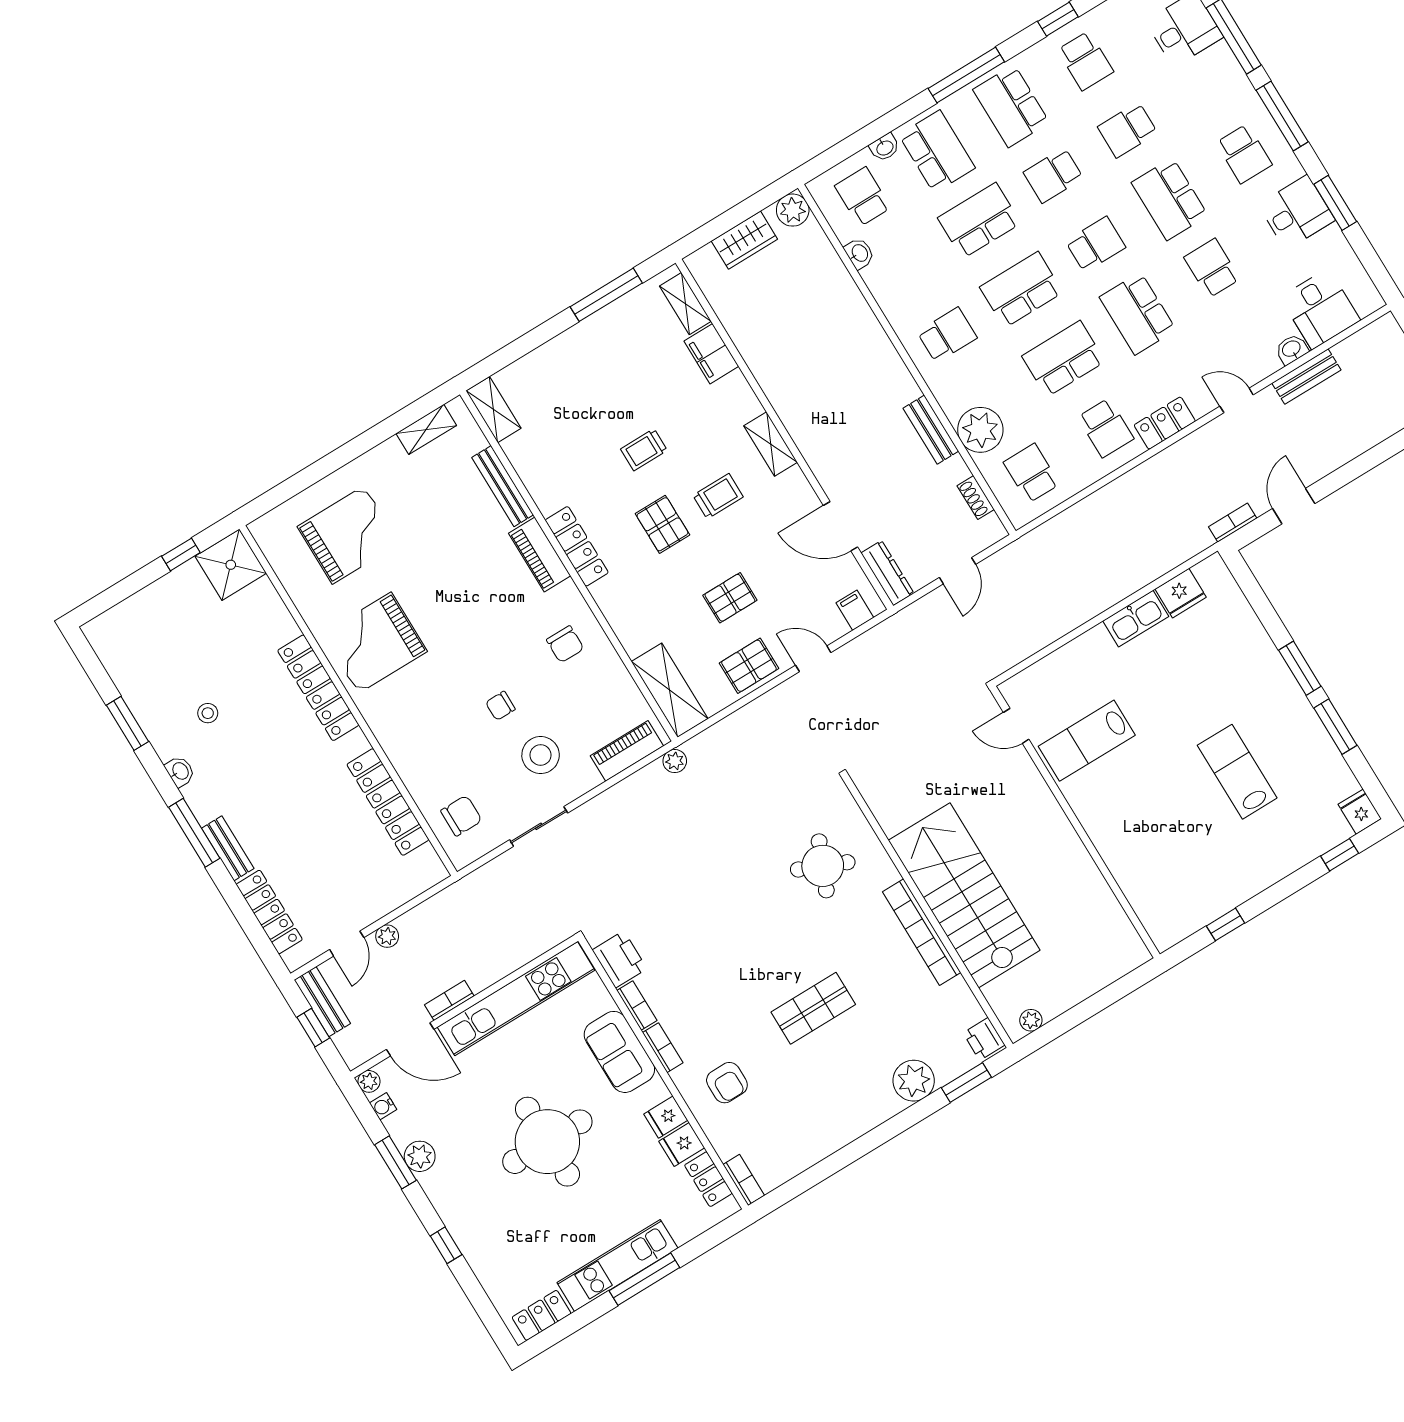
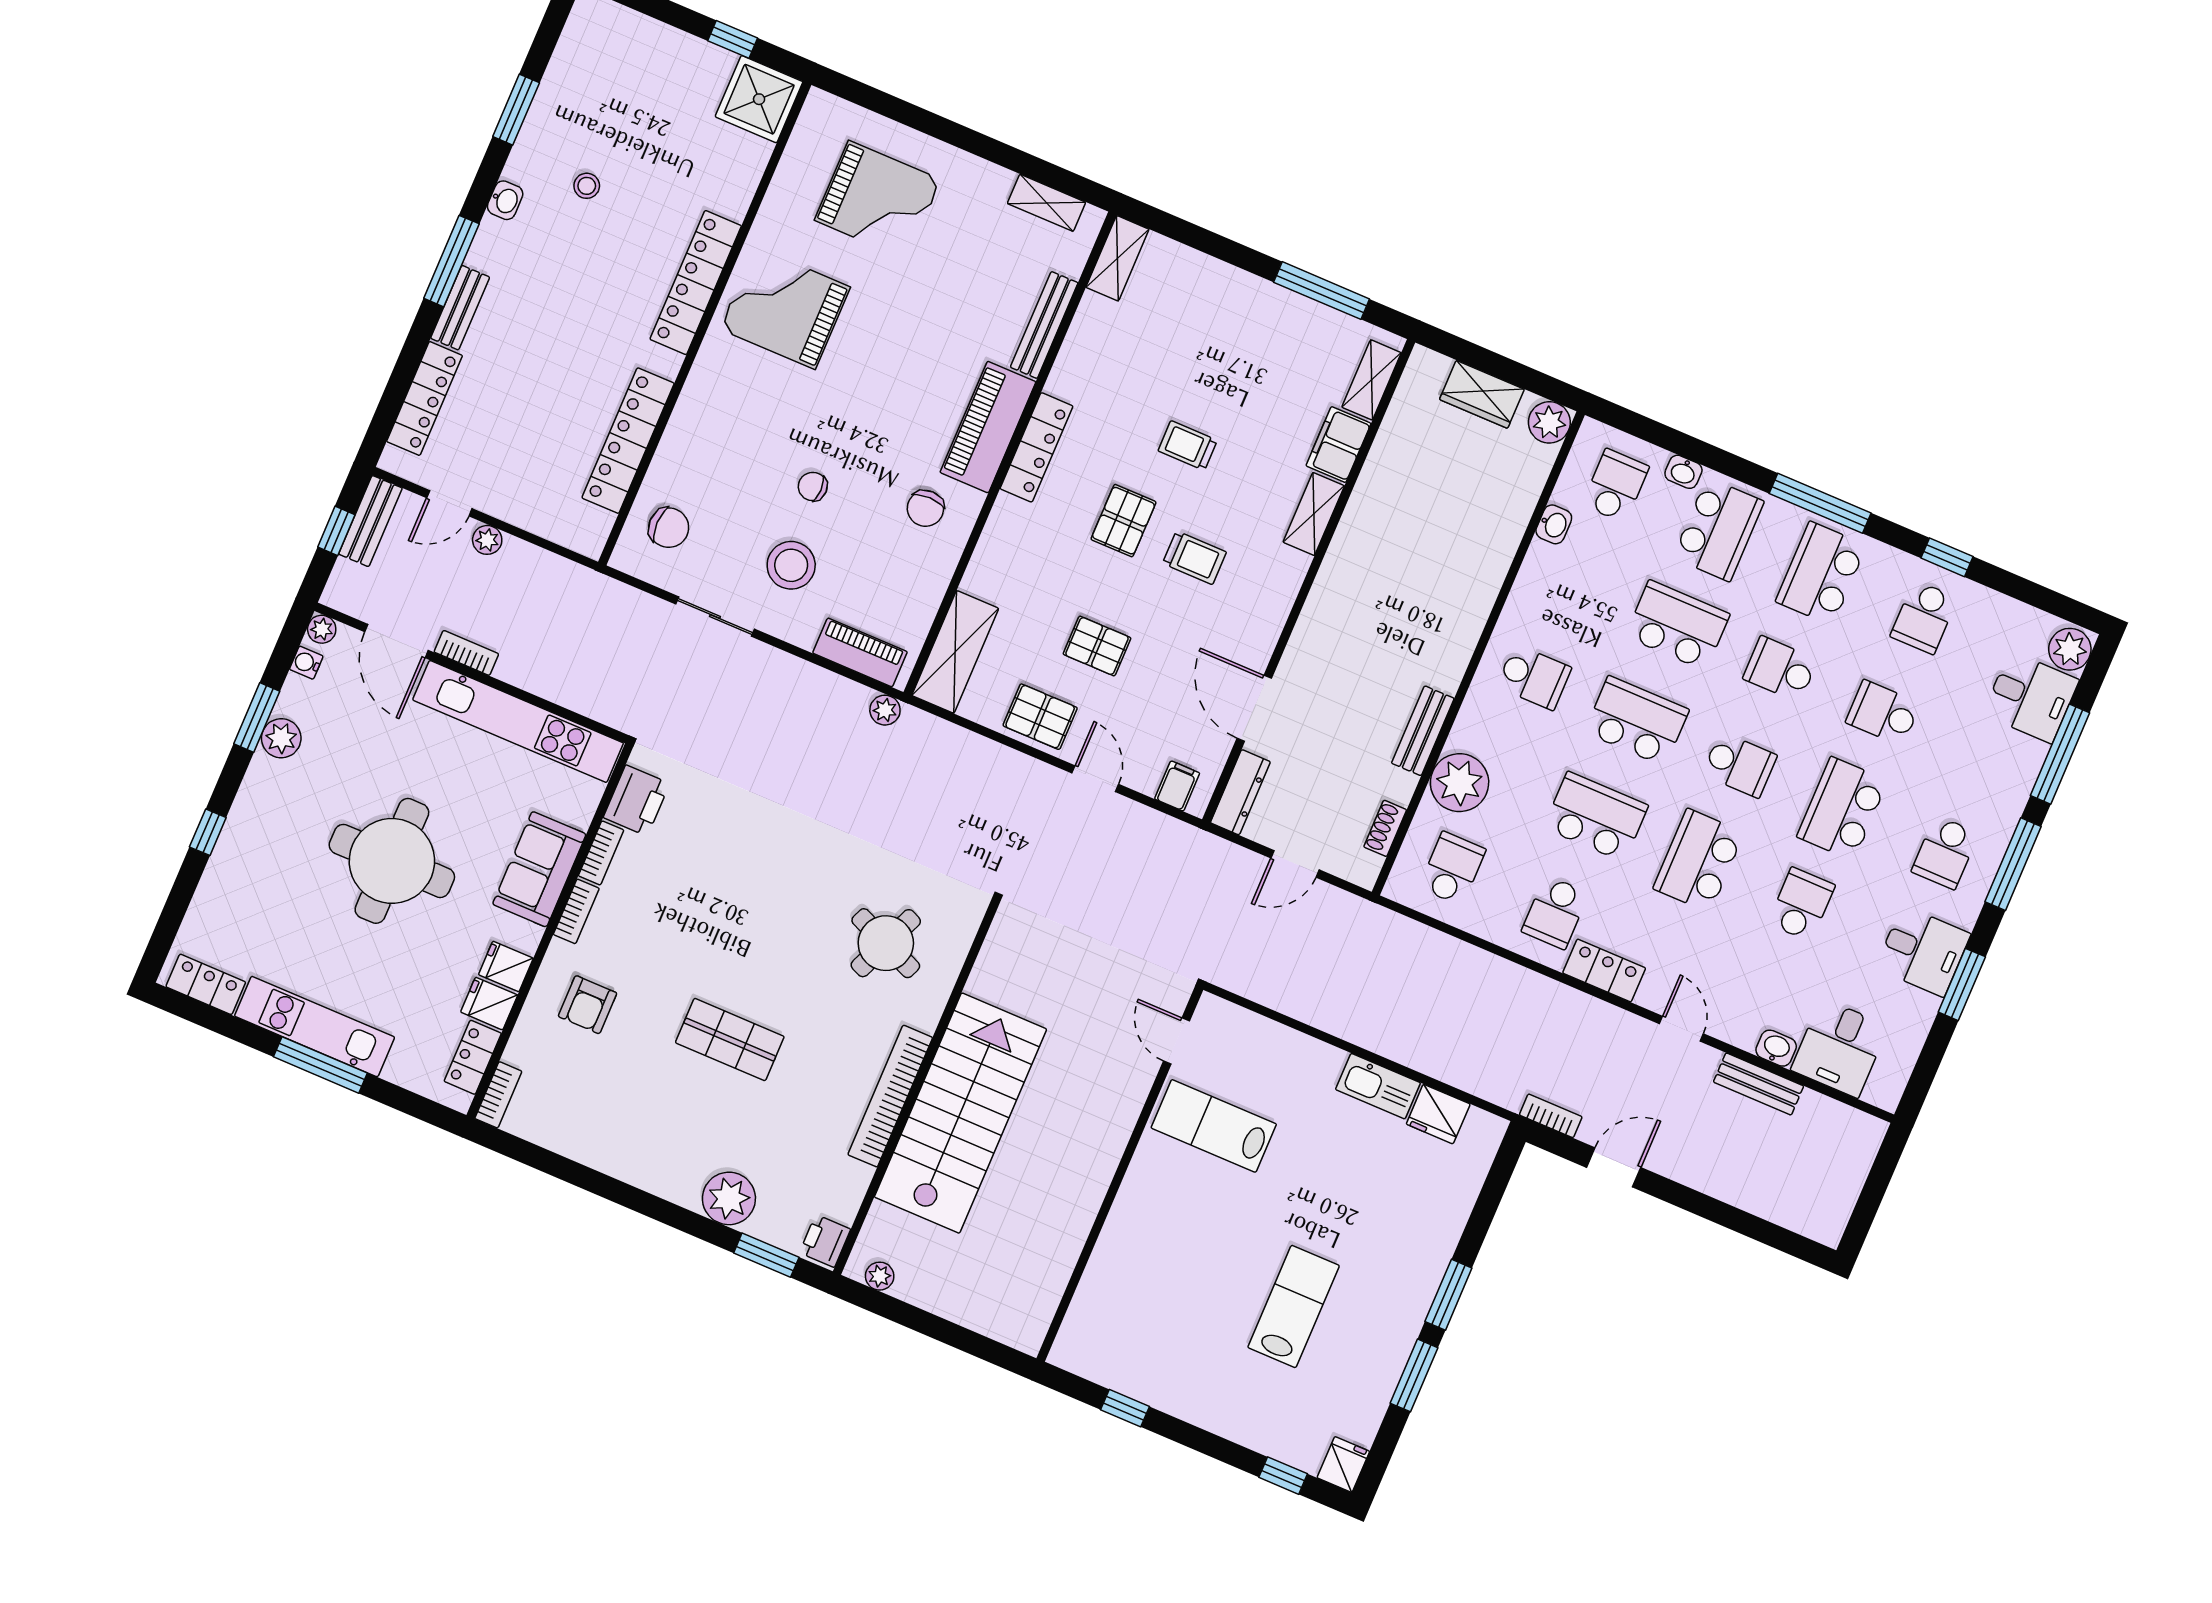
shelving: (771, 444) -> (1314, 514), moved
piano: (540, 554) -> (988, 427), width x1.37, depth x1.33

